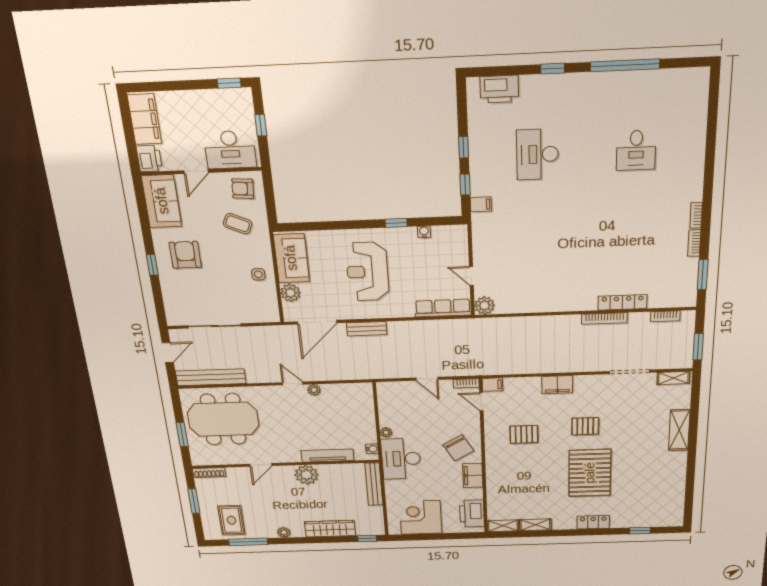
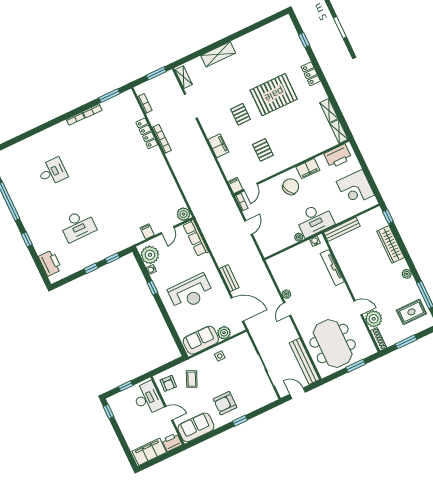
filing cabinet: (481, 204) -> (147, 231), moved
plant: (446, 238) -> (150, 255), added
plant: (306, 475) -> (374, 319), moved

